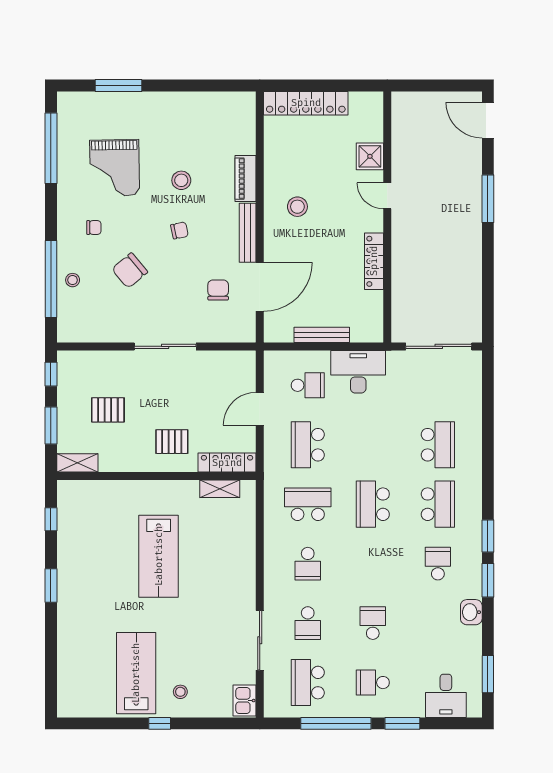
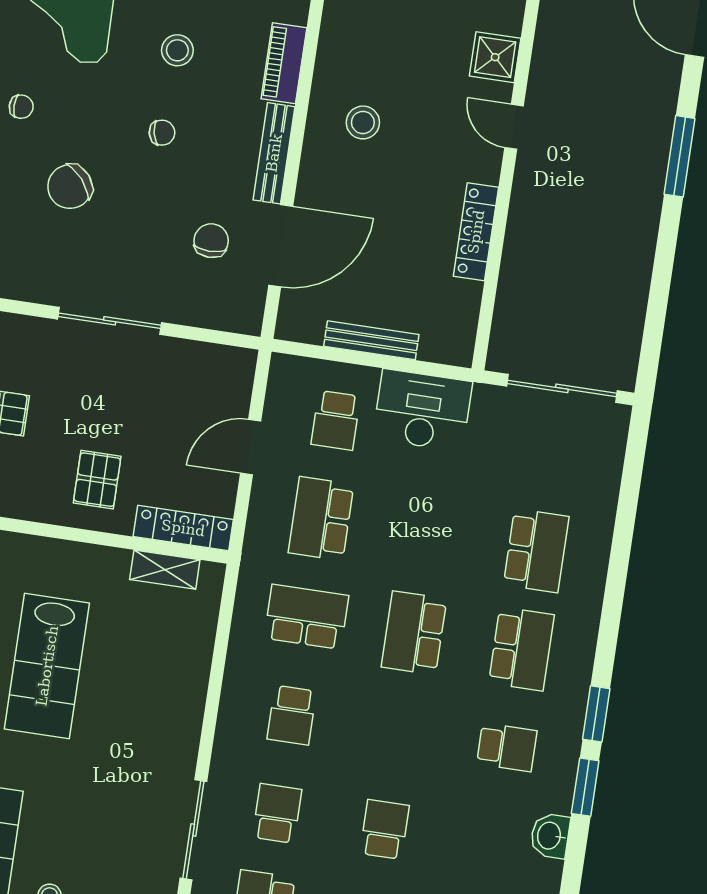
school desk: (308, 385) -> (336, 420), turned 90
pallet: (172, 442) -> (97, 480), turned 90
school desk: (438, 564) -> (507, 747), turned 90
school desk: (308, 623) -> (277, 813), turned 180

